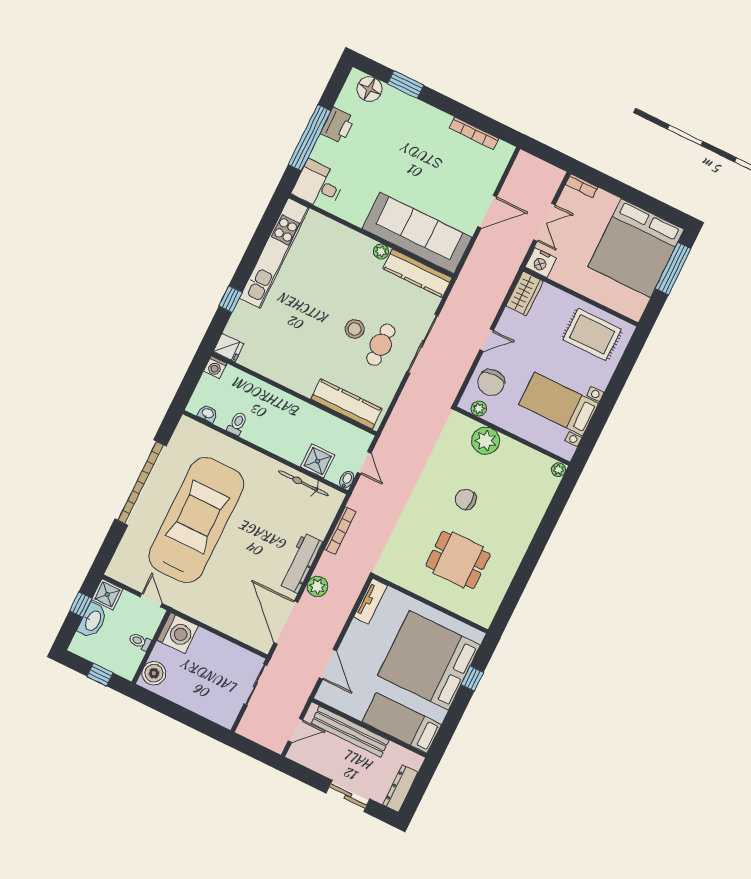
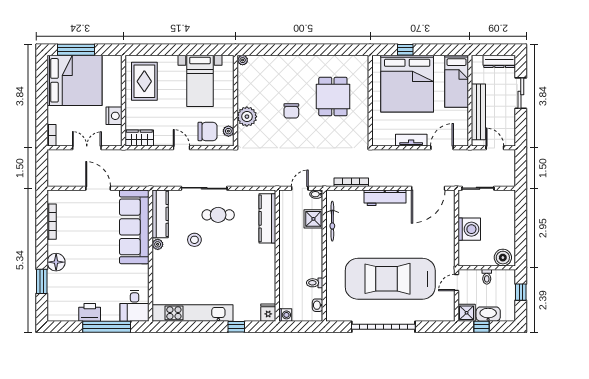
floor lamp: (369, 89) -> (56, 262), moved
nightstand: (541, 263) -> (114, 116), moved
stool: (355, 329) -> (194, 240), moved
plant: (317, 586) -> (395, 179), removed
tv unit: (370, 601) -> (411, 140), moved
washing machine: (178, 633) -> (469, 229), moved, turned 90

